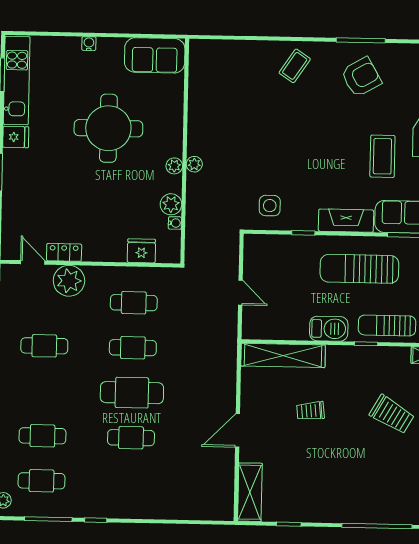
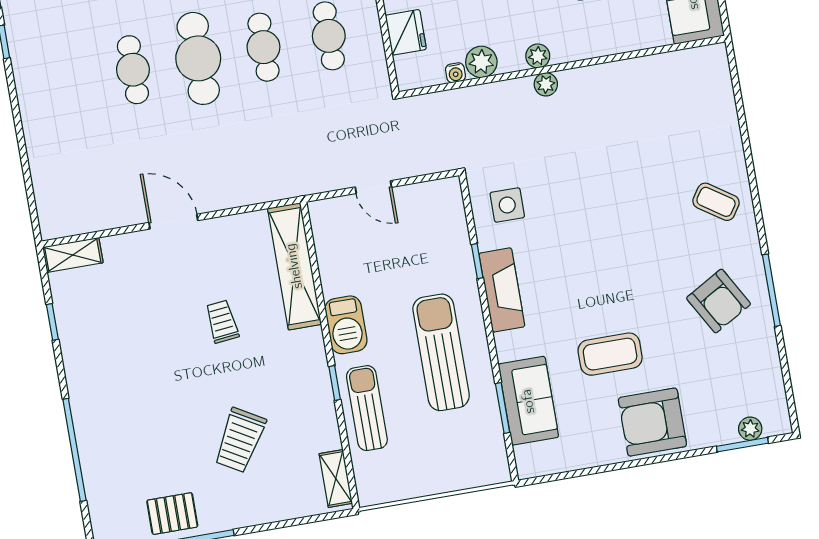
fireplace: (346, 221) -> (502, 290), moved
door: (240, 293) -> (373, 187), hinge flipped
shelving: (250, 492) -> (73, 255), width x0.67, depth x0.75

